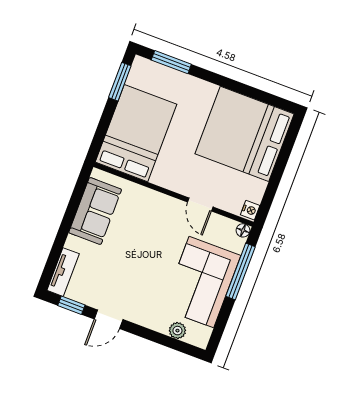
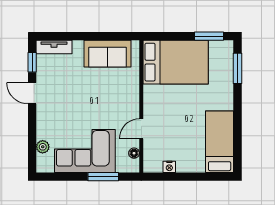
bed: (245, 134) -> (220, 142), width x0.49
nightstand: (250, 210) -> (169, 167), moved
floor lamp: (243, 230) -> (134, 153), moved
window: (240, 272) -> (103, 177), width x0.69

